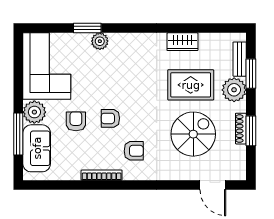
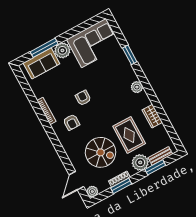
plant: (100, 41) -> (137, 87), moved
armchair: (76, 121) -> (70, 78), removed
plant: (238, 172) -> (92, 192), added

